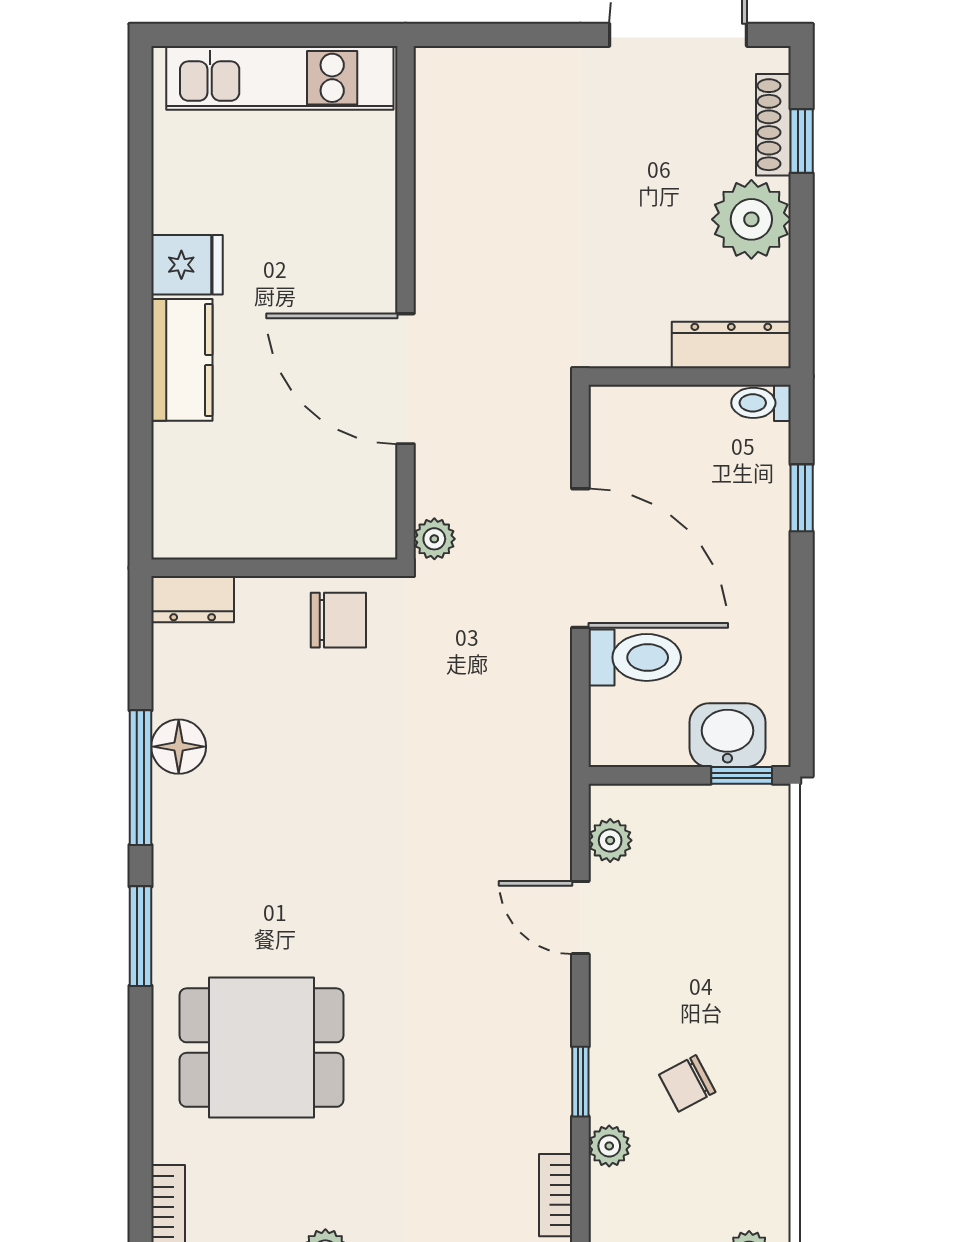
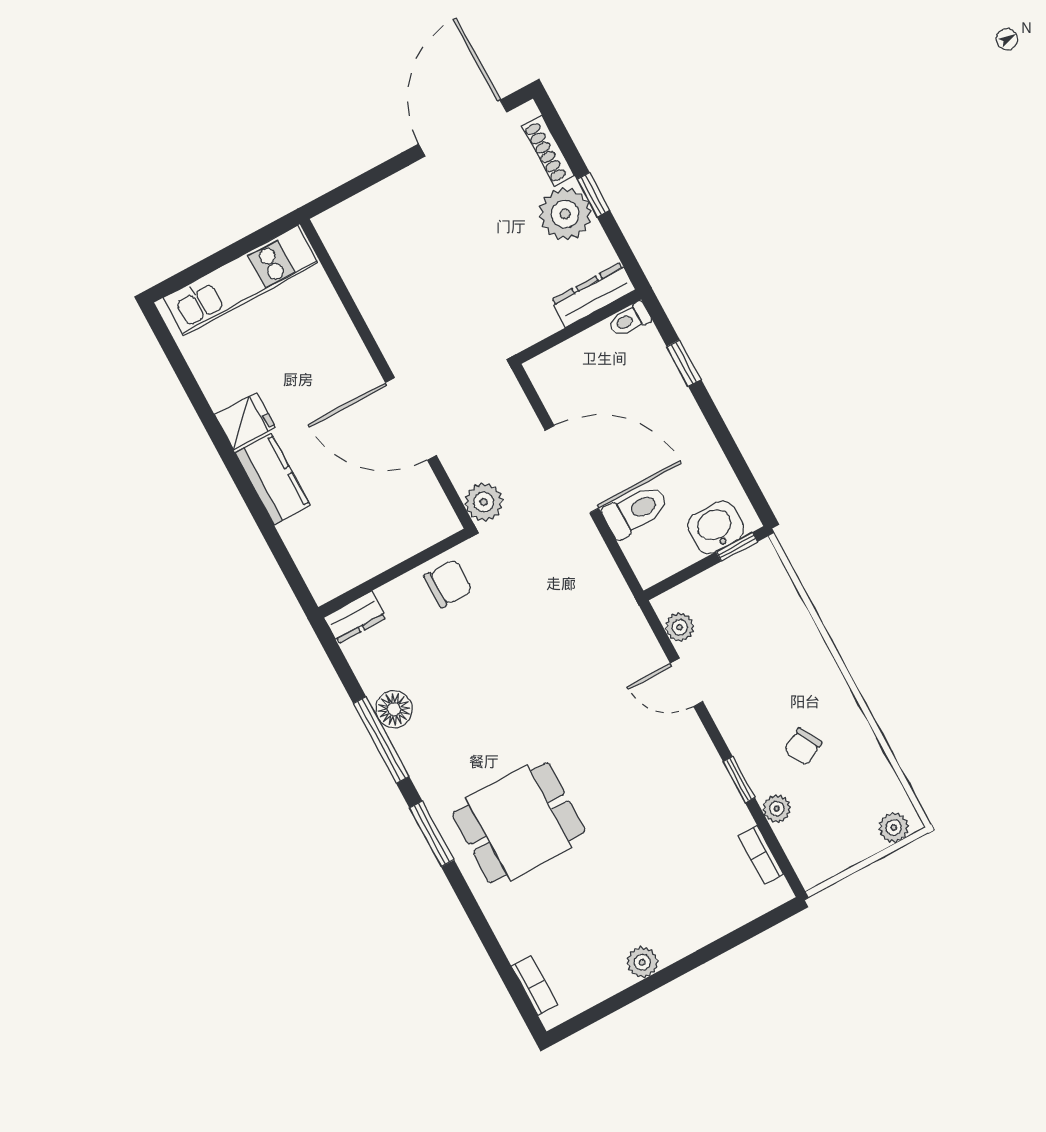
window: (802, 141) -> (593, 195), moved
plant: (434, 539) -> (484, 502), width x1.38, depth x1.38
dining table: (261, 1048) -> (519, 823), moved

